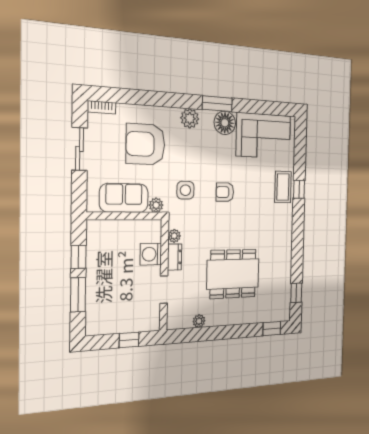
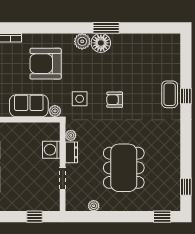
floor lamp: (225, 123) -> (101, 43), moved
corner sofa: (263, 136) -> (149, 52), removed
dining table: (233, 274) -> (124, 168), turned 90

